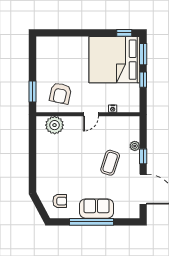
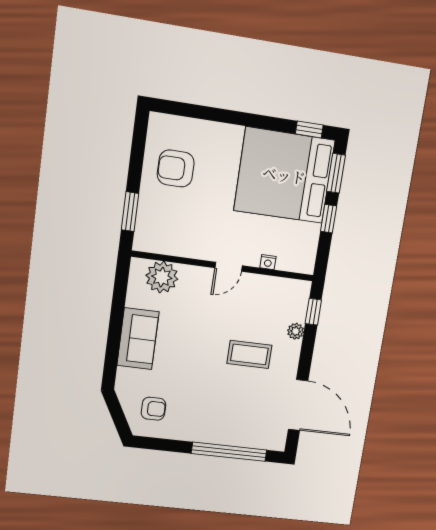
armchair: (60, 93) -> (176, 168), moved, turned 78
window: (143, 156) -> (313, 312), moved
coffee table: (110, 163) -> (249, 354), turned 72
sofa: (96, 209) -> (138, 339), moved, turned 90
window: (92, 222) -> (229, 452), moved

